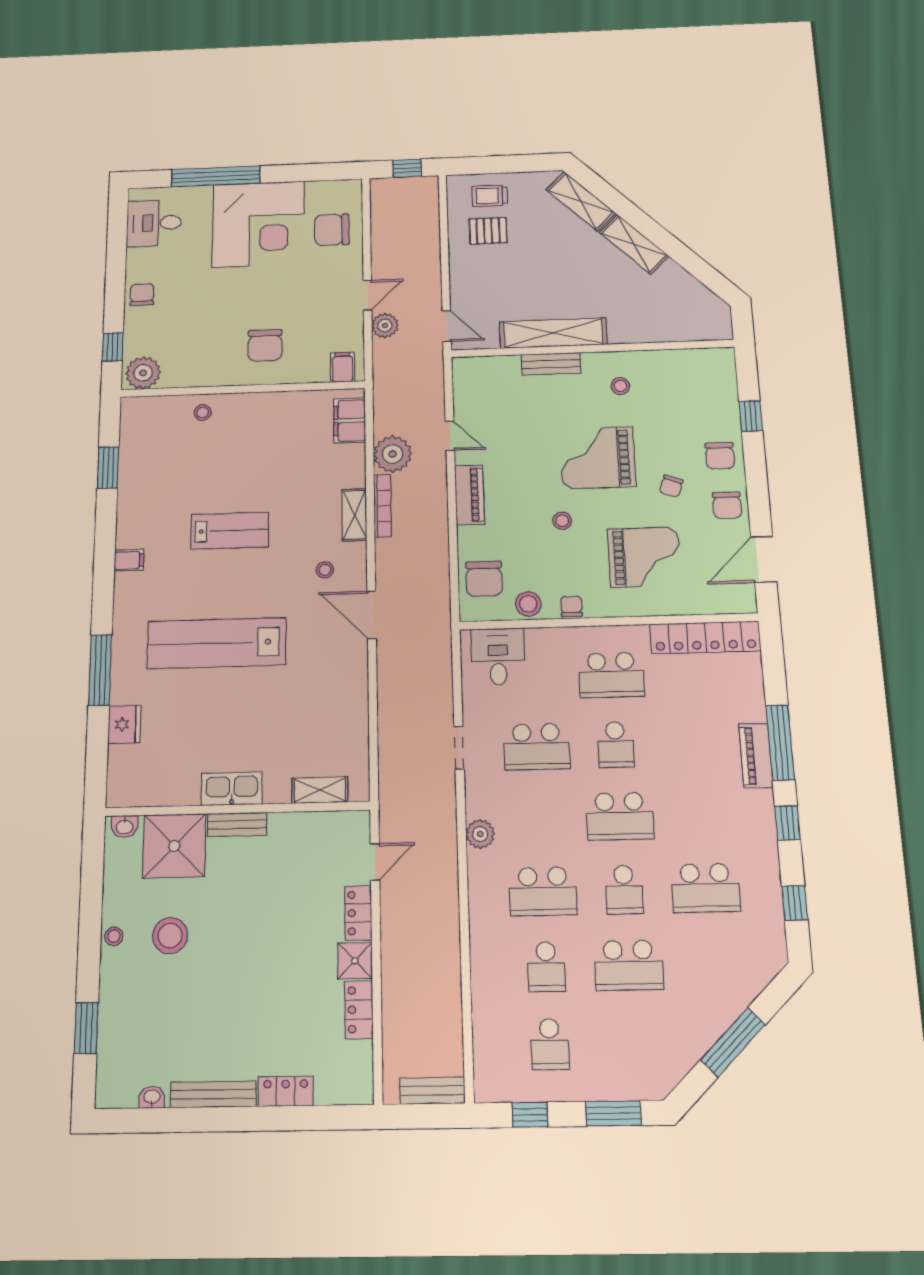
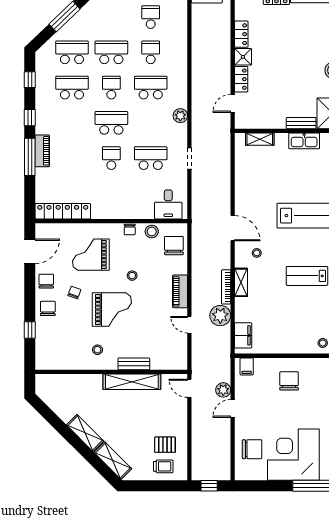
school desk: (611, 675) -> (72, 52), moved

